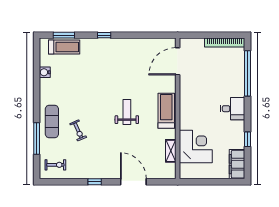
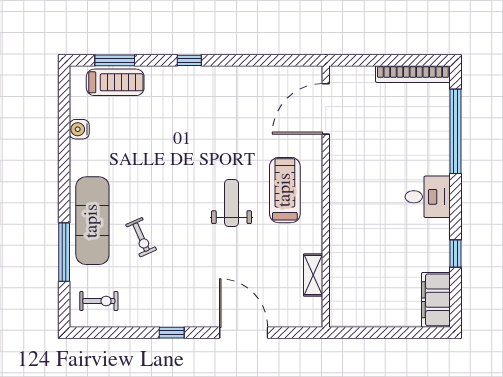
treadmill: (166, 111) -> (285, 190), moved
exercise mat: (52, 122) -> (92, 221), width x1.36, depth x1.45
corner desk: (196, 146) -> (359, 267), removed

